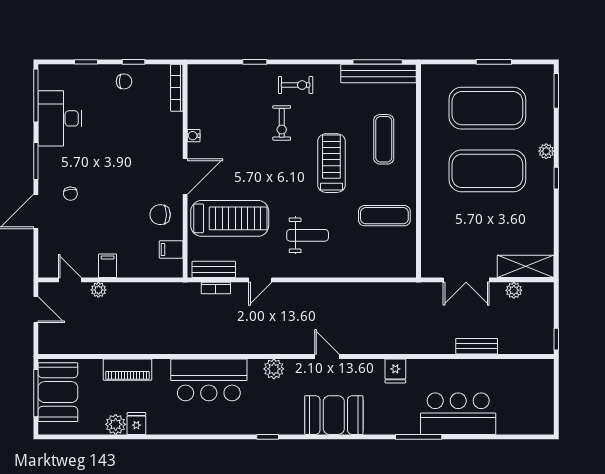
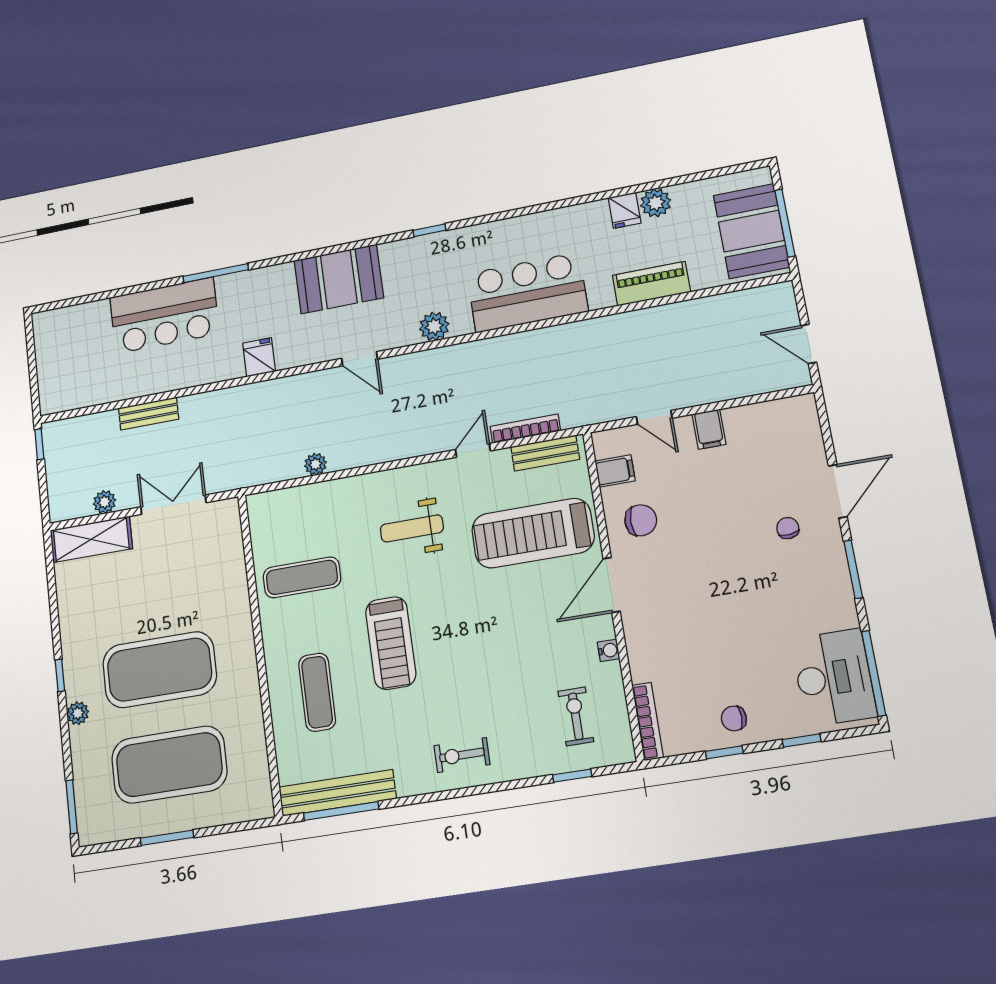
window: (255, 62) -> (572, 776), moved
desk: (60, 118) -> (834, 678), moved
exercise bike: (282, 123) -> (576, 716), moved
door: (70, 280) -> (654, 417), moved
bookcase: (216, 288) -> (525, 429), width x1.56
plant: (98, 290) -> (315, 464), moved

